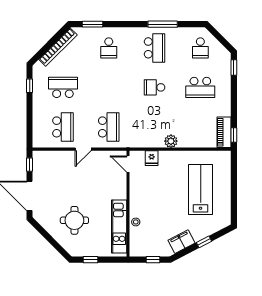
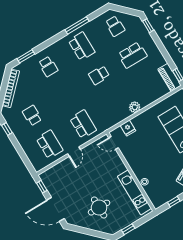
school desk: (63, 87) -> (32, 116), width x0.54

